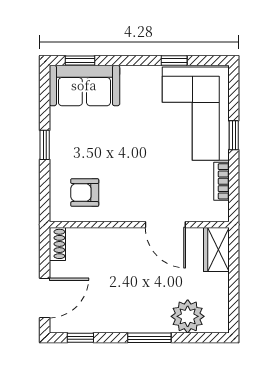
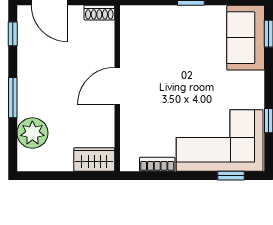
window: (234, 135) -> (231, 176), moved
armchair: (85, 193) -> (147, 38), removed
door: (165, 225) -> (117, 86), moved

